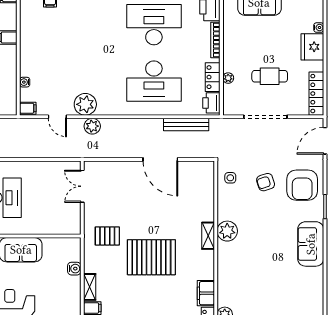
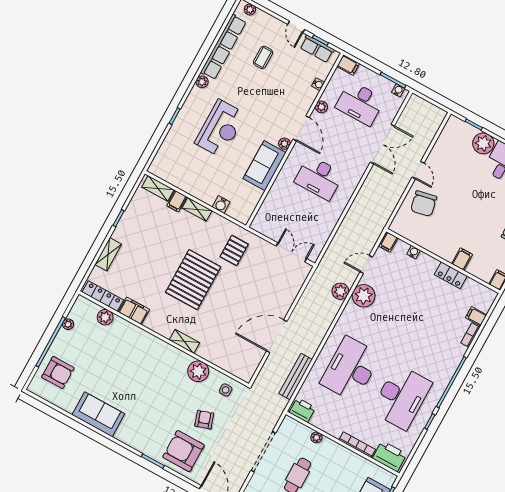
locker: (213, 77) -> (451, 275), moved, turned 180
plant: (227, 231) -> (198, 371), moved
sofa: (311, 244) -> (98, 414), moved

